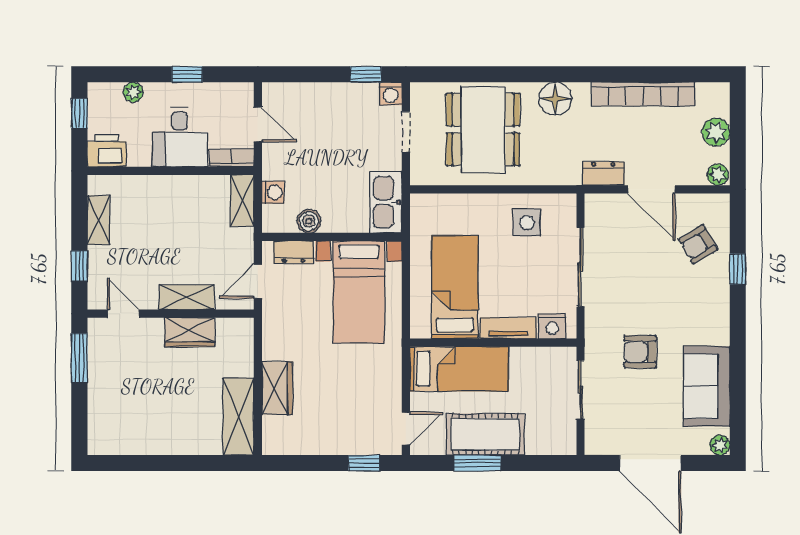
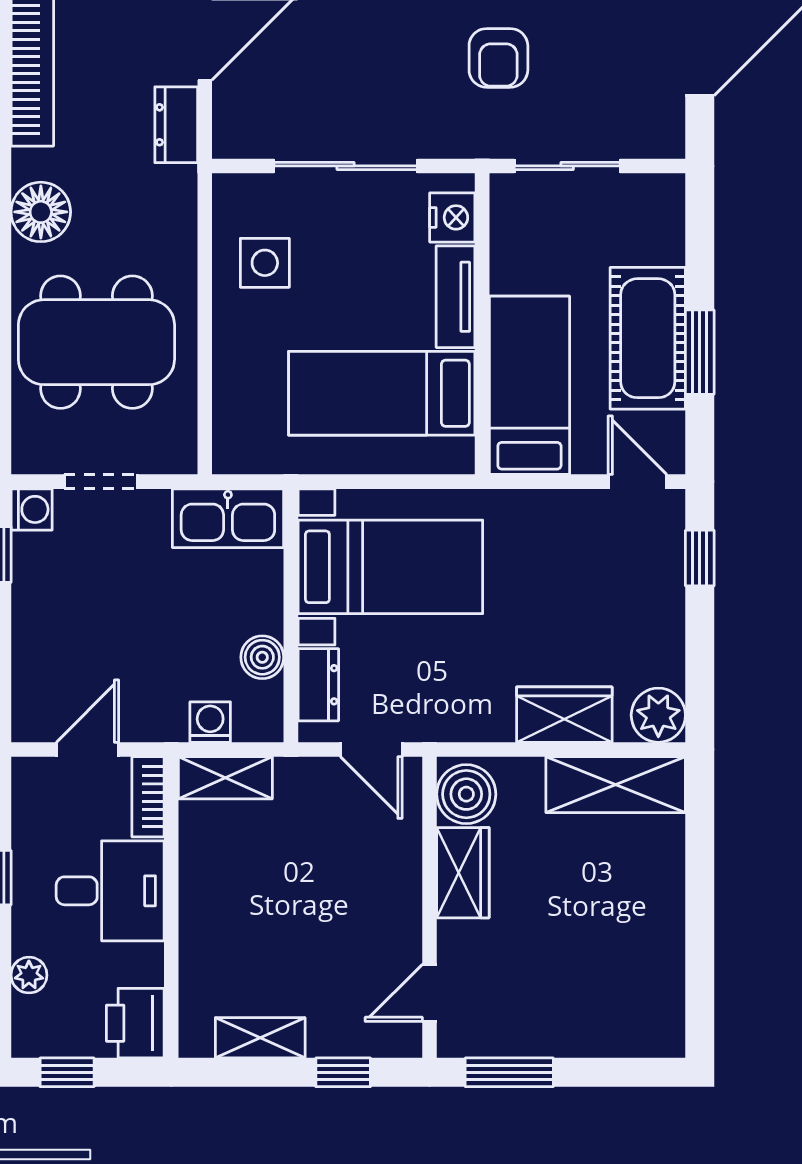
shelving: (187, 297) -> (400, 878), removed
boiler: (233, 334) -> (466, 794), added
plant: (277, 440) -> (658, 715), added

